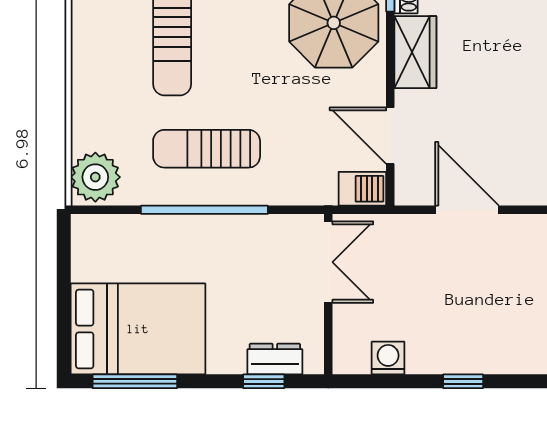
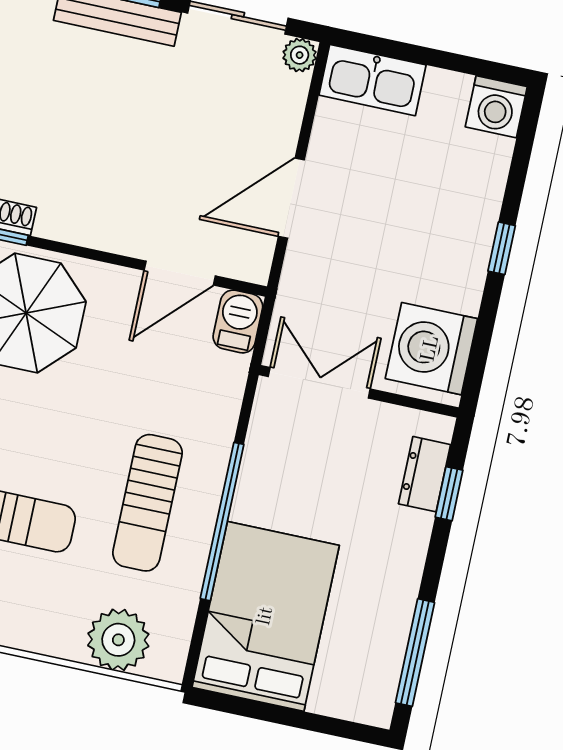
wardrobe: (415, 52) -> (84, 220), removed
plant: (95, 177) -> (118, 640), moved
bed: (138, 329) -> (266, 616), moved
washing machine: (388, 358) -> (431, 349), width x1.89, depth x1.89

